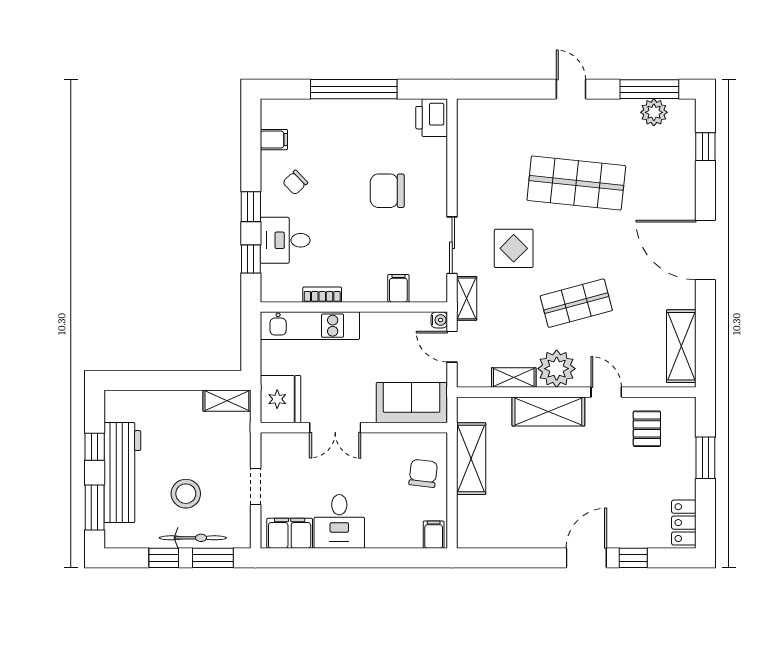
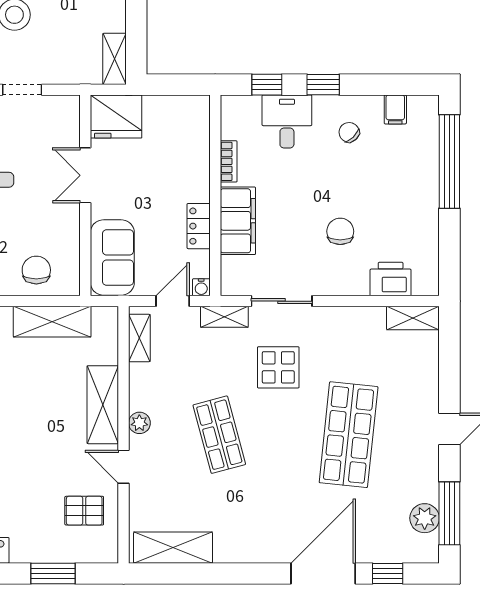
window: (354, 89) -> (449, 162), moved
printer: (432, 118) -> (391, 279), moved
shelving: (468, 123) -> (413, 318), added
chair: (387, 191) -> (340, 231), width x0.73, depth x0.73
door: (705, 250) -> (323, 573), moved
filing cabinet: (398, 288) -> (238, 221), width x3.00, depth x1.17
locker: (382, 322) -> (199, 226), added
kitchen unit: (310, 326) -> (195, 148), removed
plant: (557, 369) -> (139, 423), width x0.53, depth x0.53
shelving: (514, 378) -> (139, 338), moved
door: (606, 392) -> (124, 467), swing flipped
chair: (423, 473) -> (36, 270), turned -97

